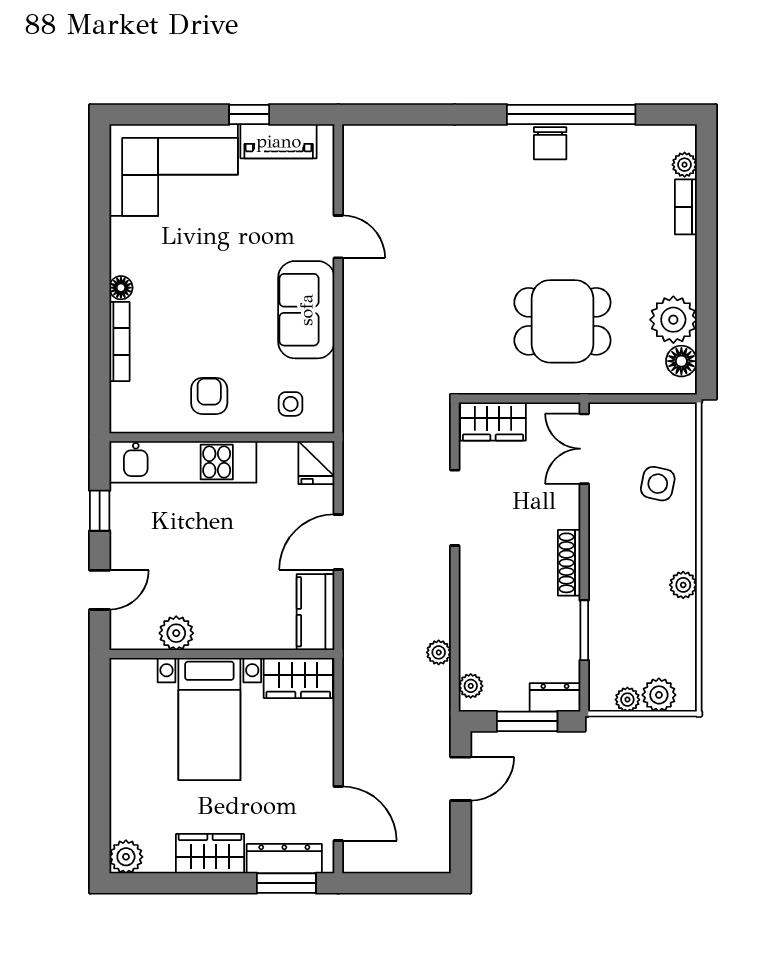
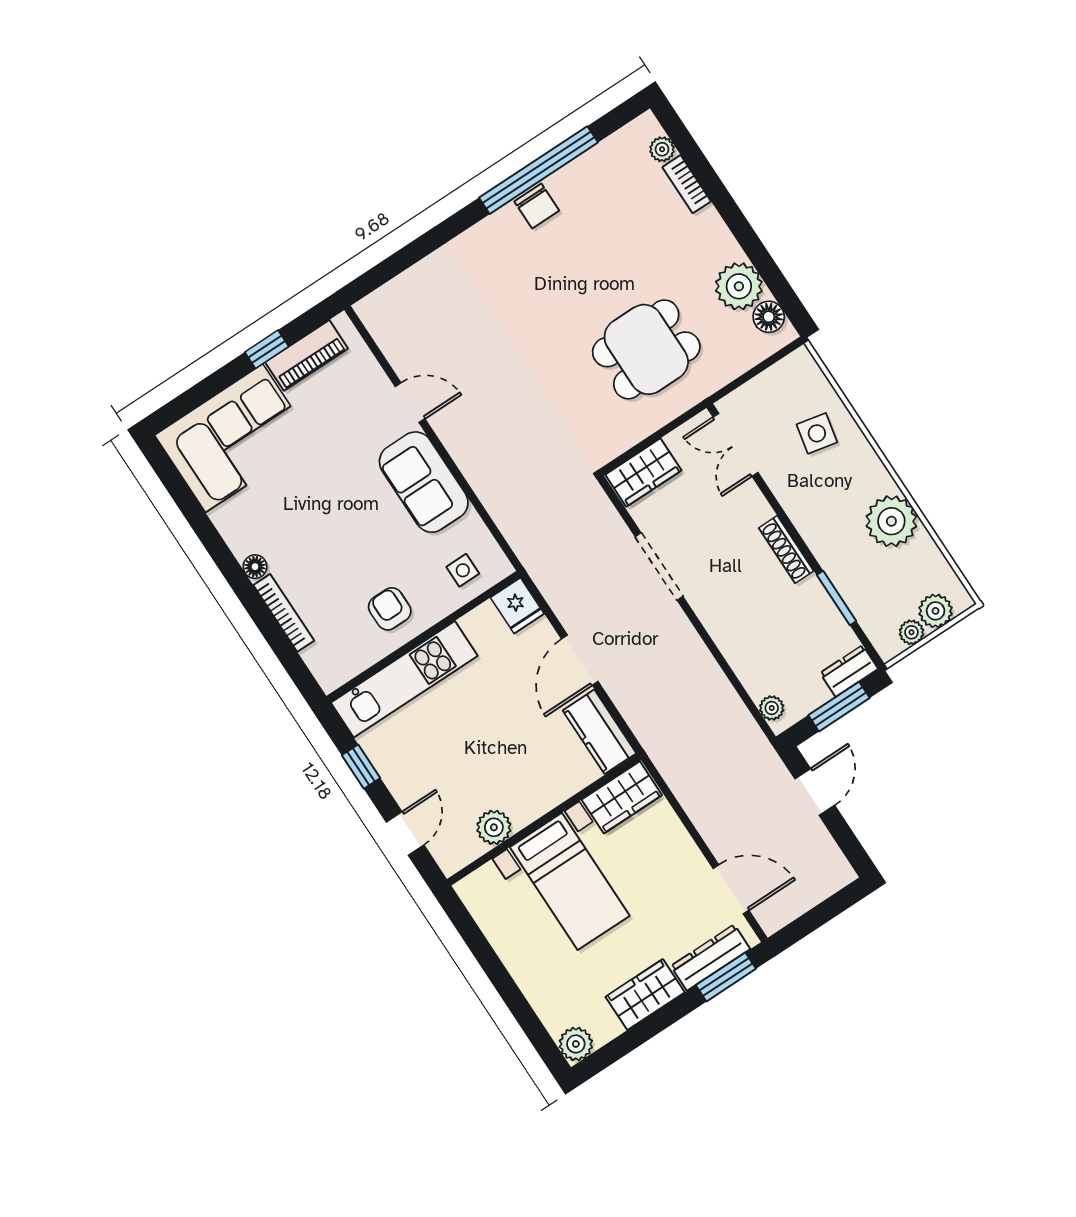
plant: (683, 585) -> (891, 521), width x1.88, depth x1.88
plant: (439, 652) -> (726, 698), removed

